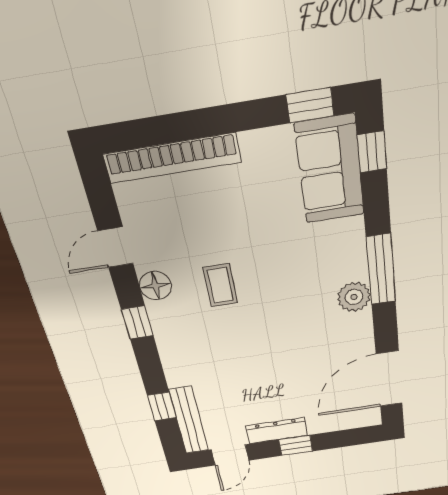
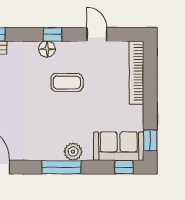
coffee table: (220, 285) -> (67, 82), width x1.36, depth x1.30
floor lamp: (155, 286) -> (47, 49), moved
plant: (354, 297) -> (73, 152), moved

